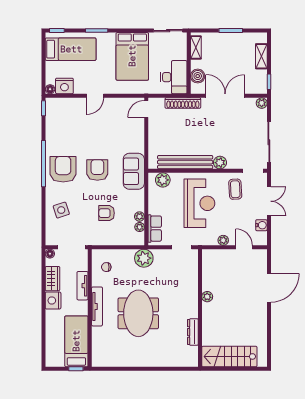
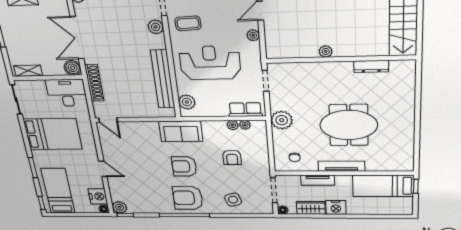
boiler: (198, 76) -> (73, 68), moved
plant: (52, 104) -> (120, 207), added
plant: (220, 163) -> (156, 27), moved

